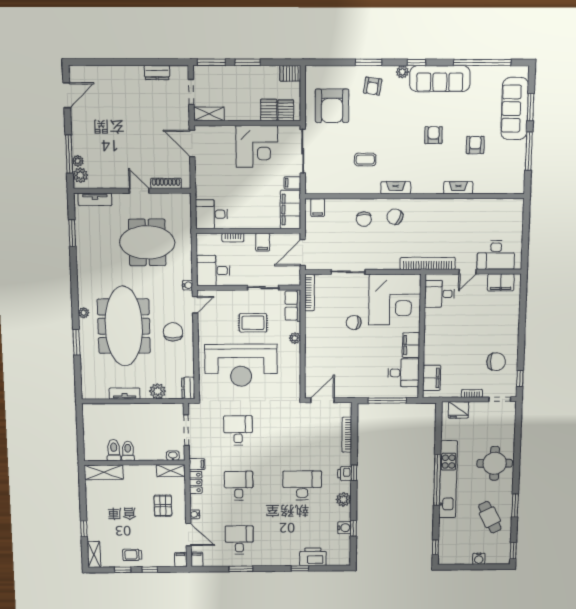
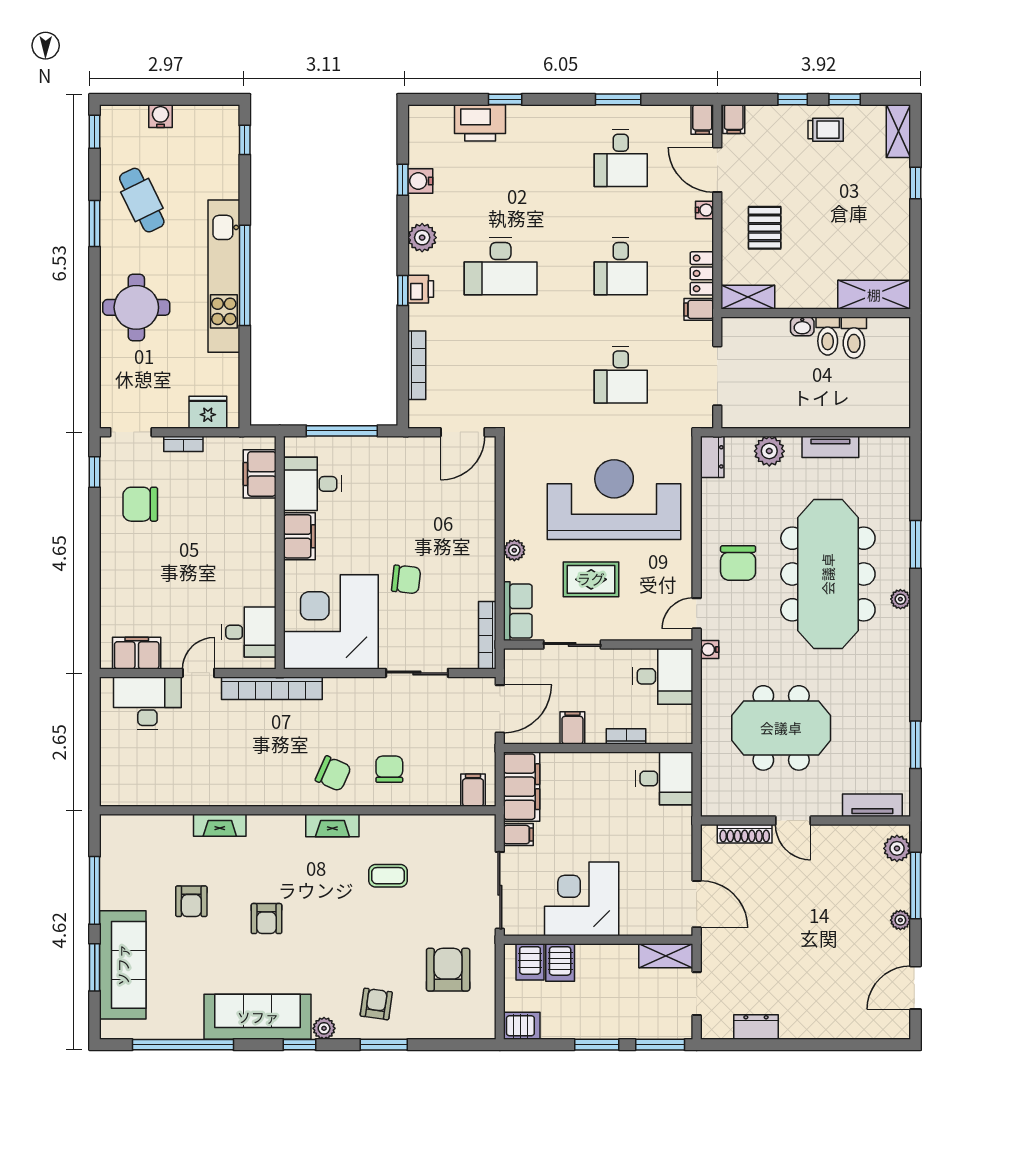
armchair: (332, 106) -> (448, 970), width x0.73, depth x0.73
plant: (78, 161) -> (900, 920), moved
washbasin: (173, 456) -> (802, 326), moved

